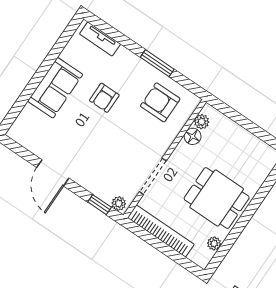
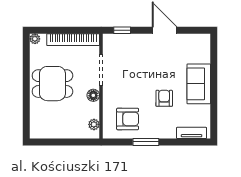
floor lamp: (193, 136) -> (93, 95), moved
plant: (119, 203) -> (111, 39), removed
plant: (214, 244) -> (35, 39), moved

